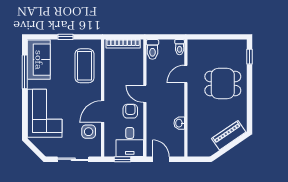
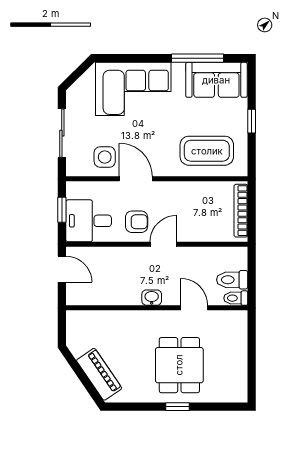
toilet: (152, 49) -> (232, 280), moved
window: (250, 57) -> (177, 407), moved
washbasin: (179, 123) -> (152, 298), moved
door: (161, 159) -> (62, 269), hinge flipped

